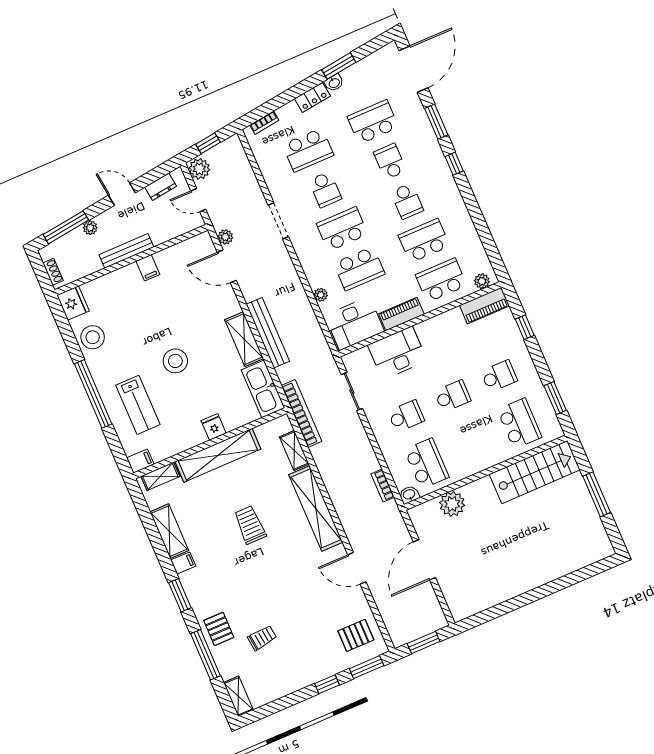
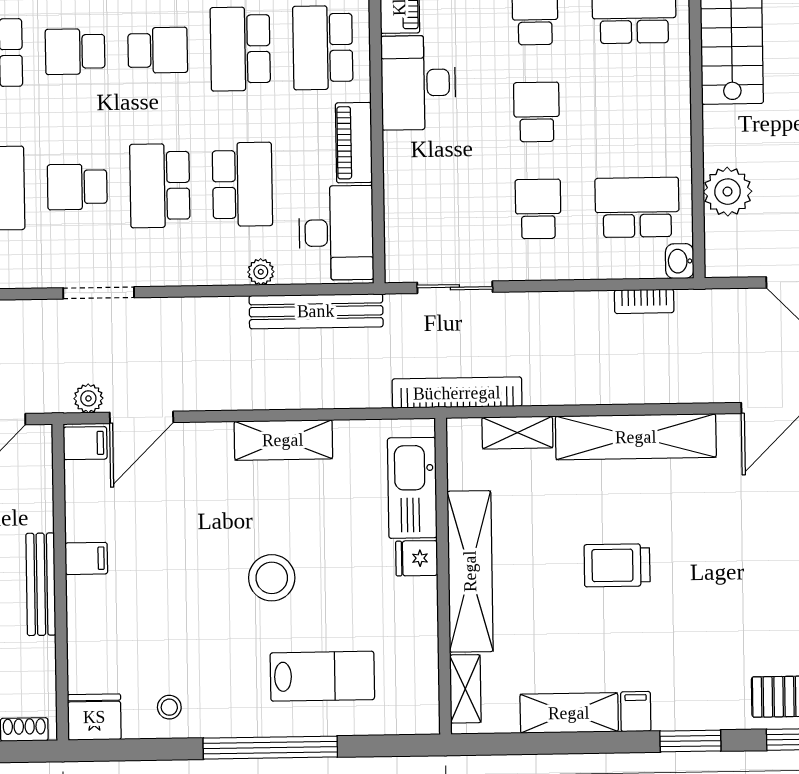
school desk: (325, 189) -> (77, 187), turned 180
bench: (268, 333) -> (316, 311), moved
stool: (93, 337) -> (169, 707), width x0.53, depth x0.53
desk: (397, 353) -> (418, 83), moved
kitchen sink: (263, 389) -> (412, 488), moved, turned 90
filing cabinet: (140, 461) -> (85, 443), moved, turned 90

